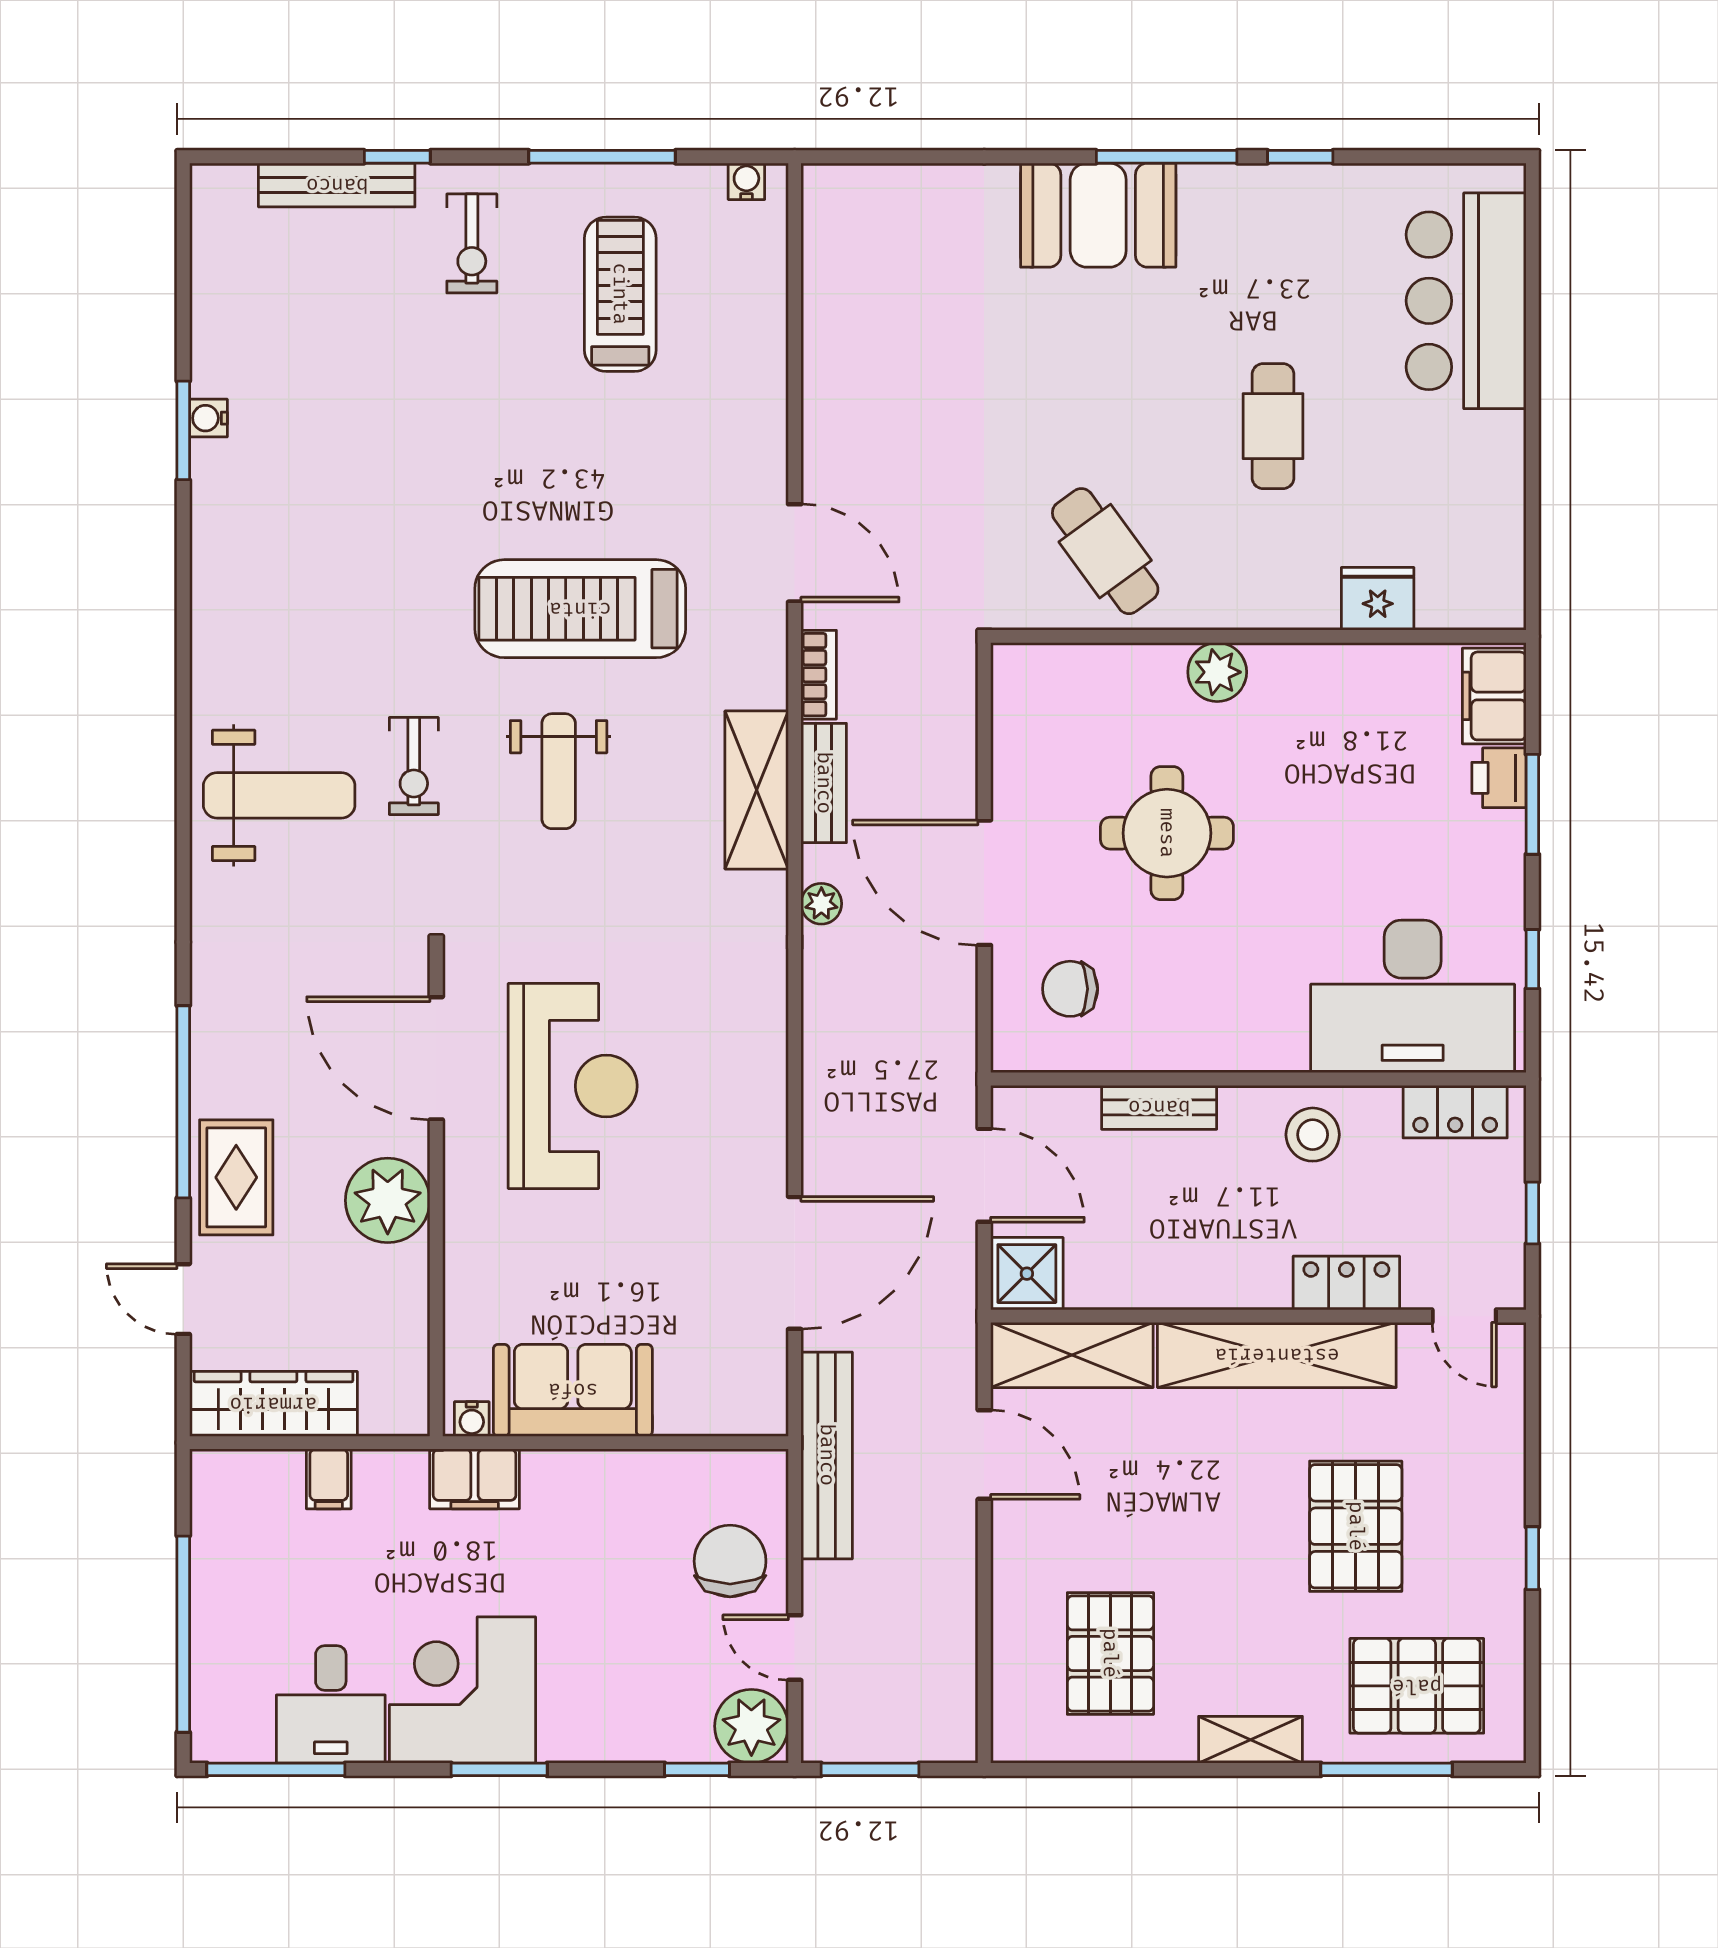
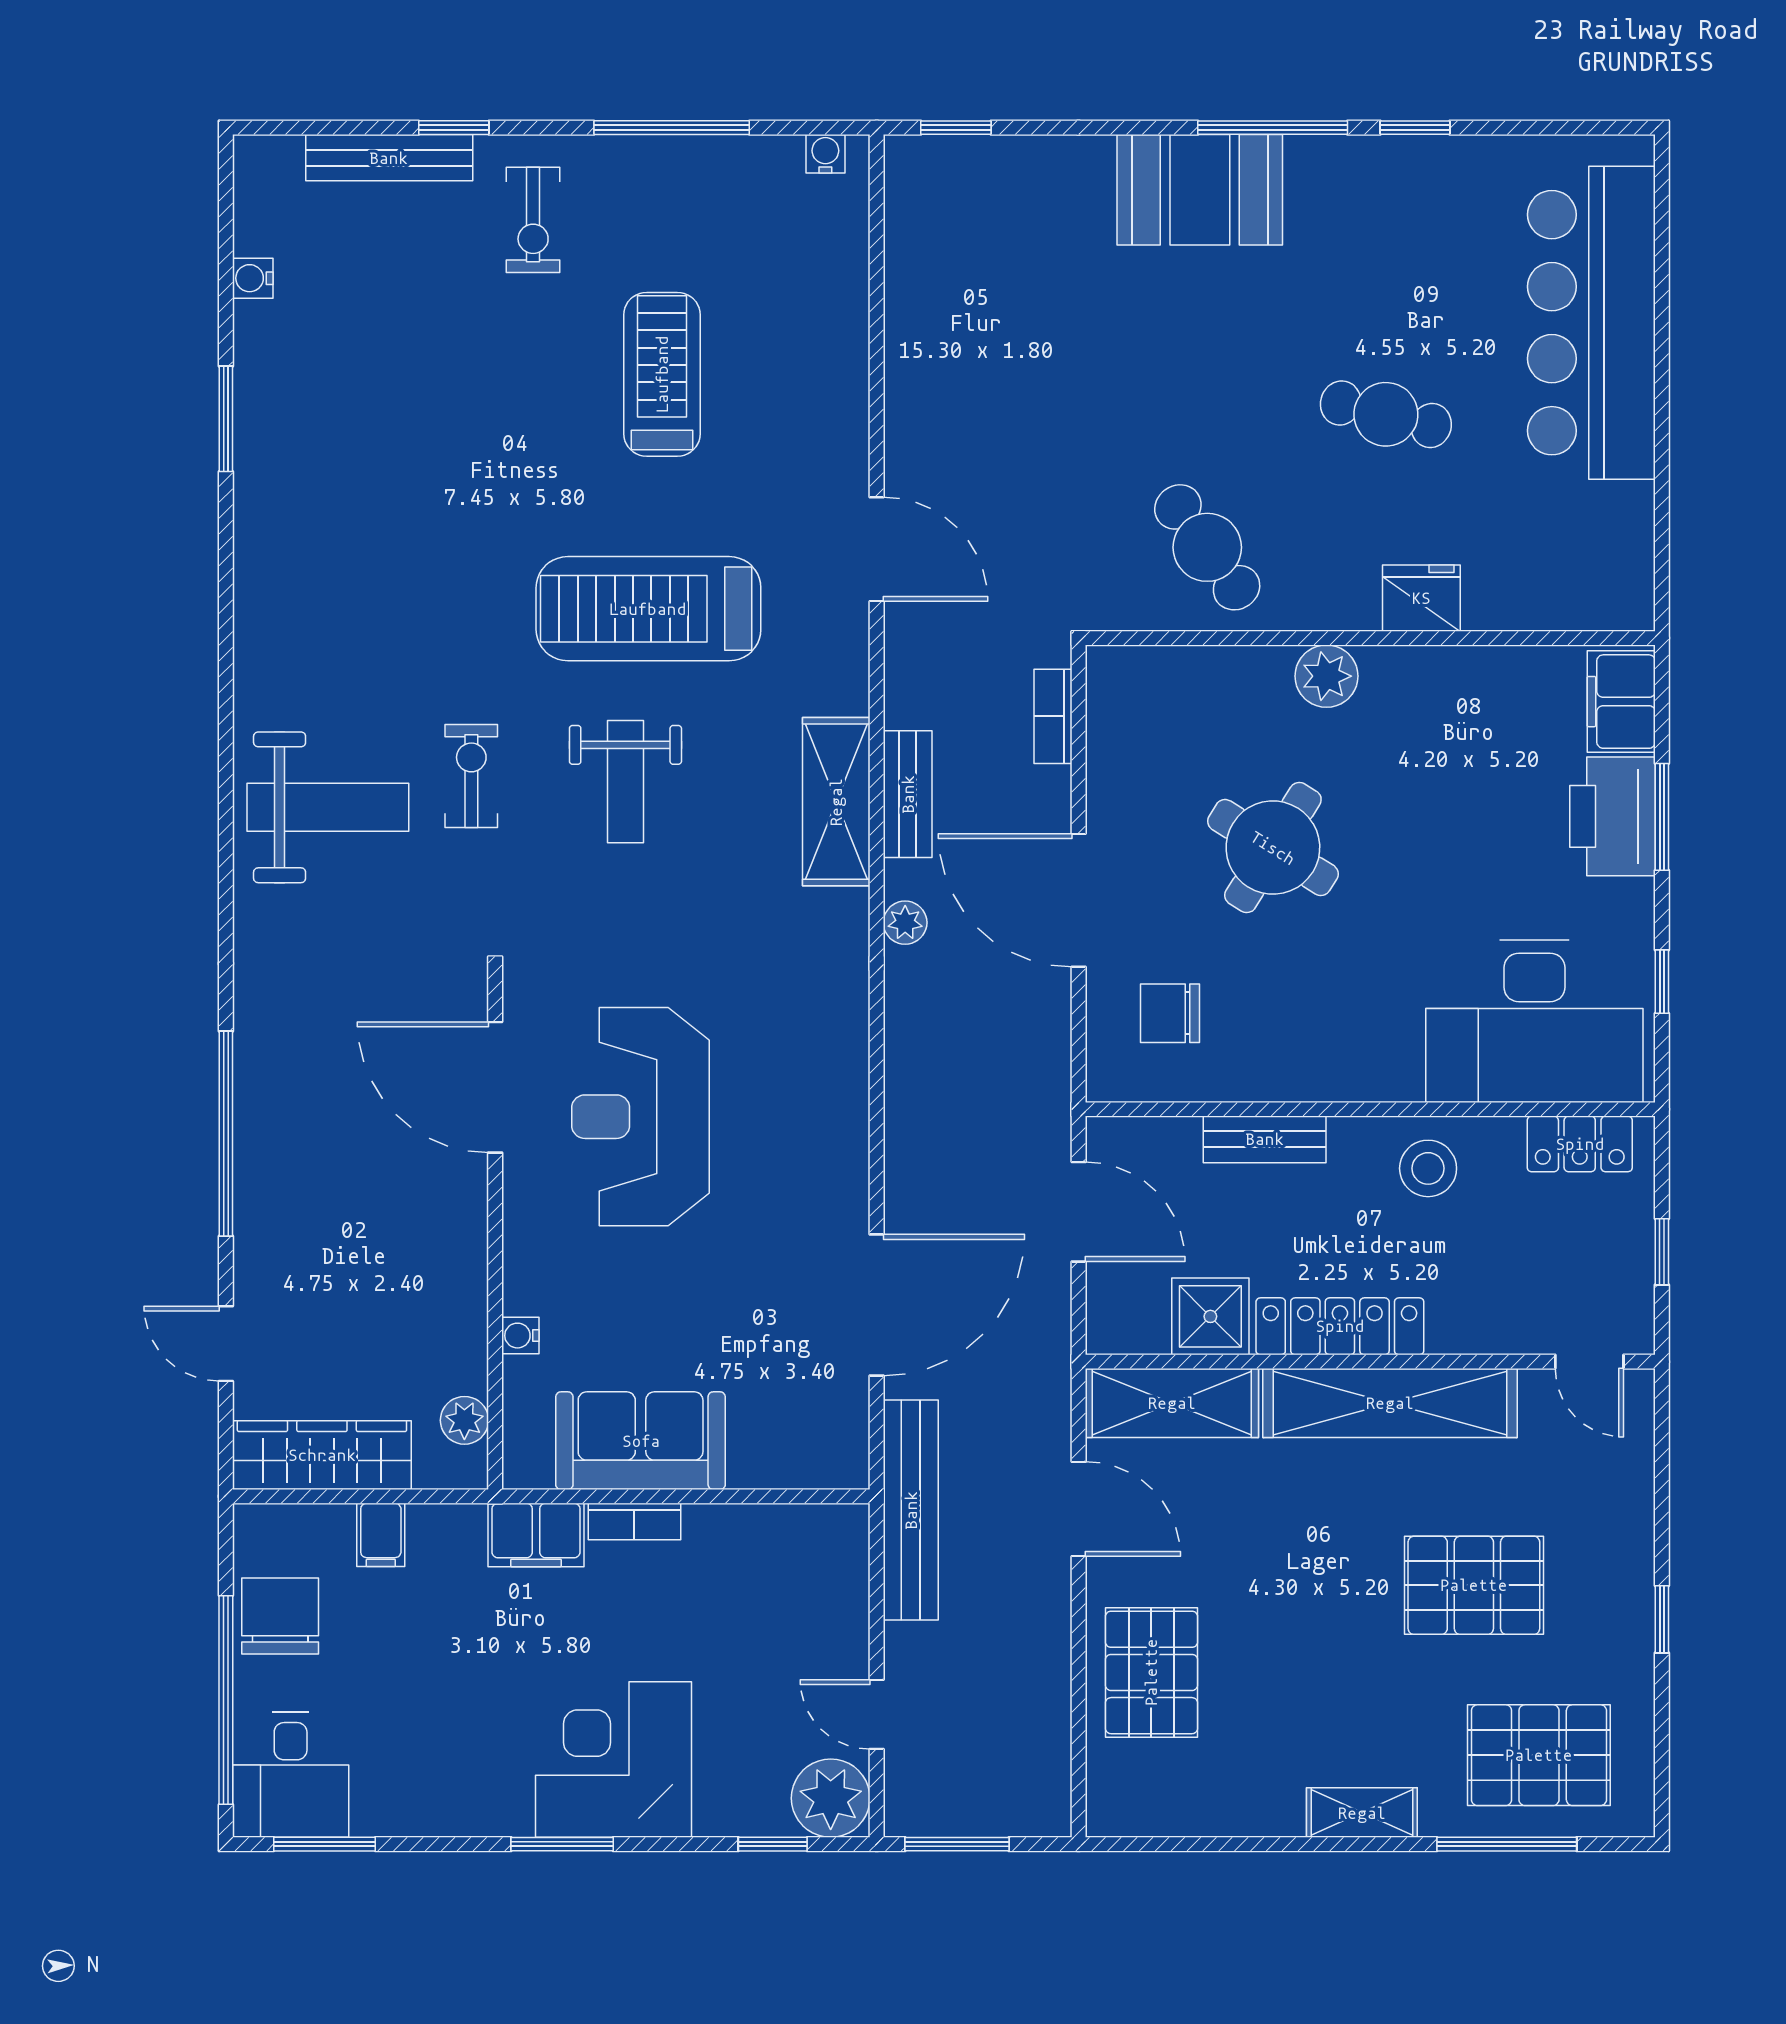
window: (869, 157) -> (956, 128), added
treadmill: (620, 294) -> (662, 374), moved
bar counter: (1466, 301) -> (1591, 323), width x1.36
water cooler: (208, 418) -> (253, 278), moved
cafe table: (1273, 426) -> (1386, 414), turned -76
fridge: (1378, 599) -> (1421, 598), moved
bookcase: (819, 675) -> (1053, 716), moved, turned 180
exercise bike: (414, 766) -> (471, 776), turned 180
printer: (1499, 778) -> (1613, 816), width x1.87, depth x1.48
round table: (1167, 833) -> (1273, 848), turned 32
reception desk: (573, 1086) -> (640, 1117), turned 180
rug: (236, 1177) -> (282, 1214), removed
plant: (388, 1200) -> (464, 1420), moved, width x0.53, depth x0.53
shower: (1027, 1274) -> (1210, 1316), moved
locker: (1346, 1283) -> (1340, 1326), moved, width x1.53
water cooler: (472, 1419) -> (520, 1336), moved, turned 90
bookcase: (567, 1466) -> (634, 1522), added
pallet: (1356, 1526) -> (1474, 1585), turned 90
chair: (730, 1561) -> (280, 1616), moved
pallet: (1110, 1653) -> (1151, 1672), moved
corner desk: (463, 1690) -> (613, 1760), moved
desk: (331, 1704) -> (291, 1775), moved
window: (276, 1769) -> (325, 1844), width x0.69

